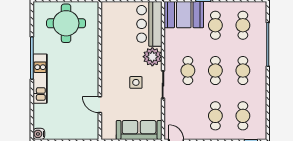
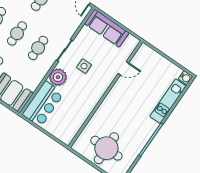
kitchen unit: (40, 79) -> (168, 101), moved
door: (100, 105) -> (123, 68), hinge flipped

